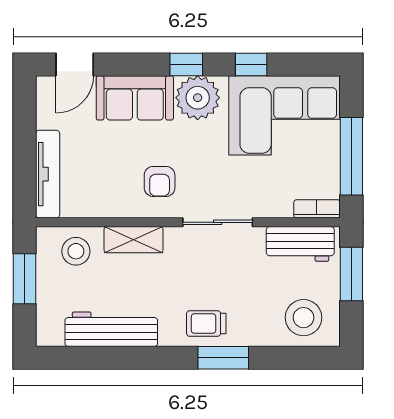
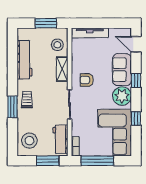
window: (186, 64) -> (136, 80), moved

